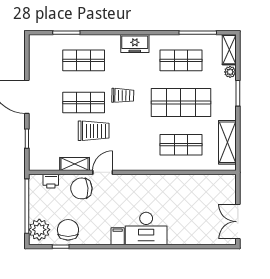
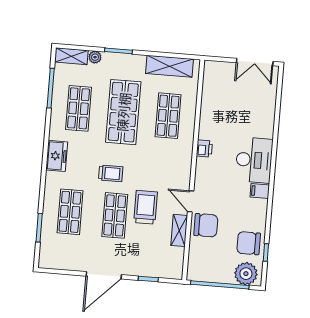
trolley: (123, 95) -> (111, 173), turned 89
printer: (51, 181) -> (204, 149), moved
chair: (81, 188) -> (206, 225), turned -87

